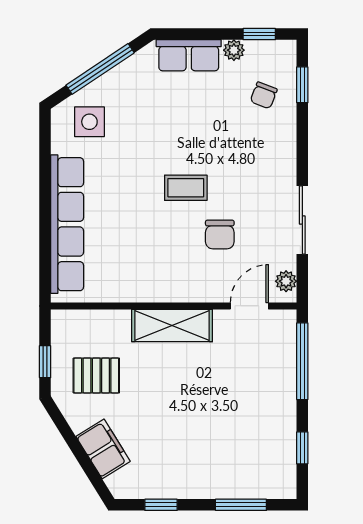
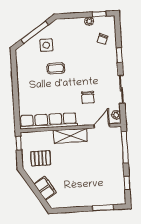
row of seats: (189, 55) -> (71, 24), removed
window: (302, 85) -> (119, 55), moved
side table: (89, 122) -> (46, 45), moved
coffee table: (186, 188) -> (56, 68), moved
row of seats: (67, 224) -> (48, 121), moved, turned -90
window: (45, 362) -> (19, 143), moved
window: (161, 505) -> (70, 210), removed

